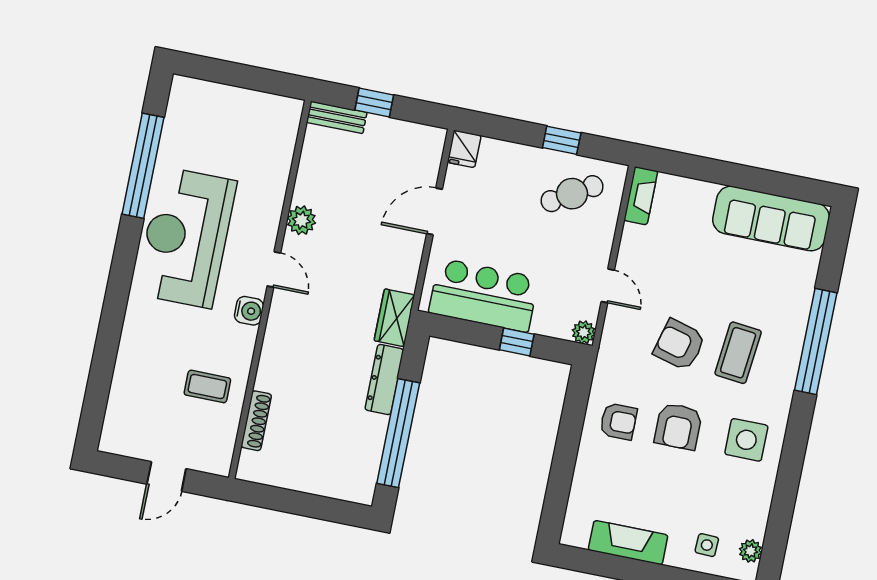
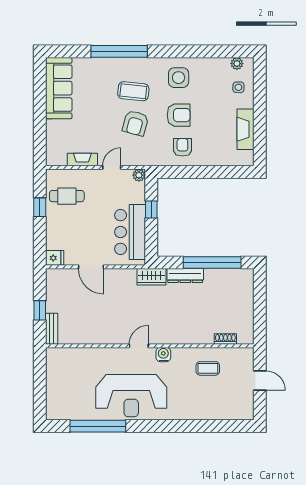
cafe table: (572, 194) -> (67, 196), turned -59
fireplace: (641, 196) -> (82, 159), moved
plant: (301, 220) -> (110, 336), removed
coffee table: (207, 386) -> (208, 368), turned 90
shoe rack: (256, 421) -> (225, 339), width x0.70

